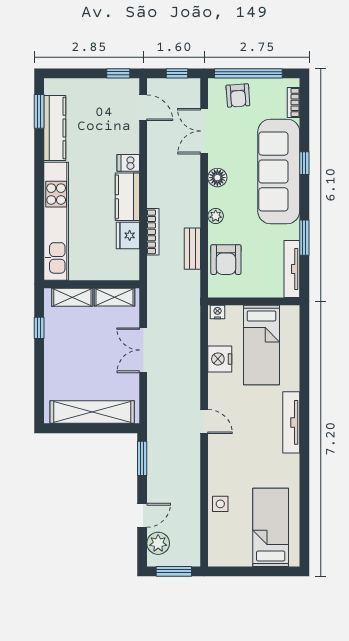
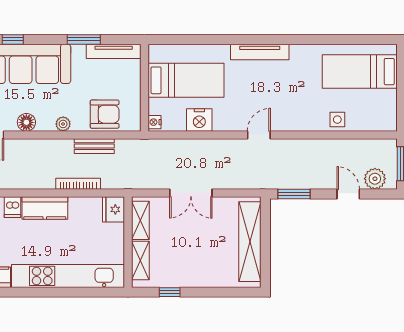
fridge: (128, 235) -> (114, 209), moved, turned 90

